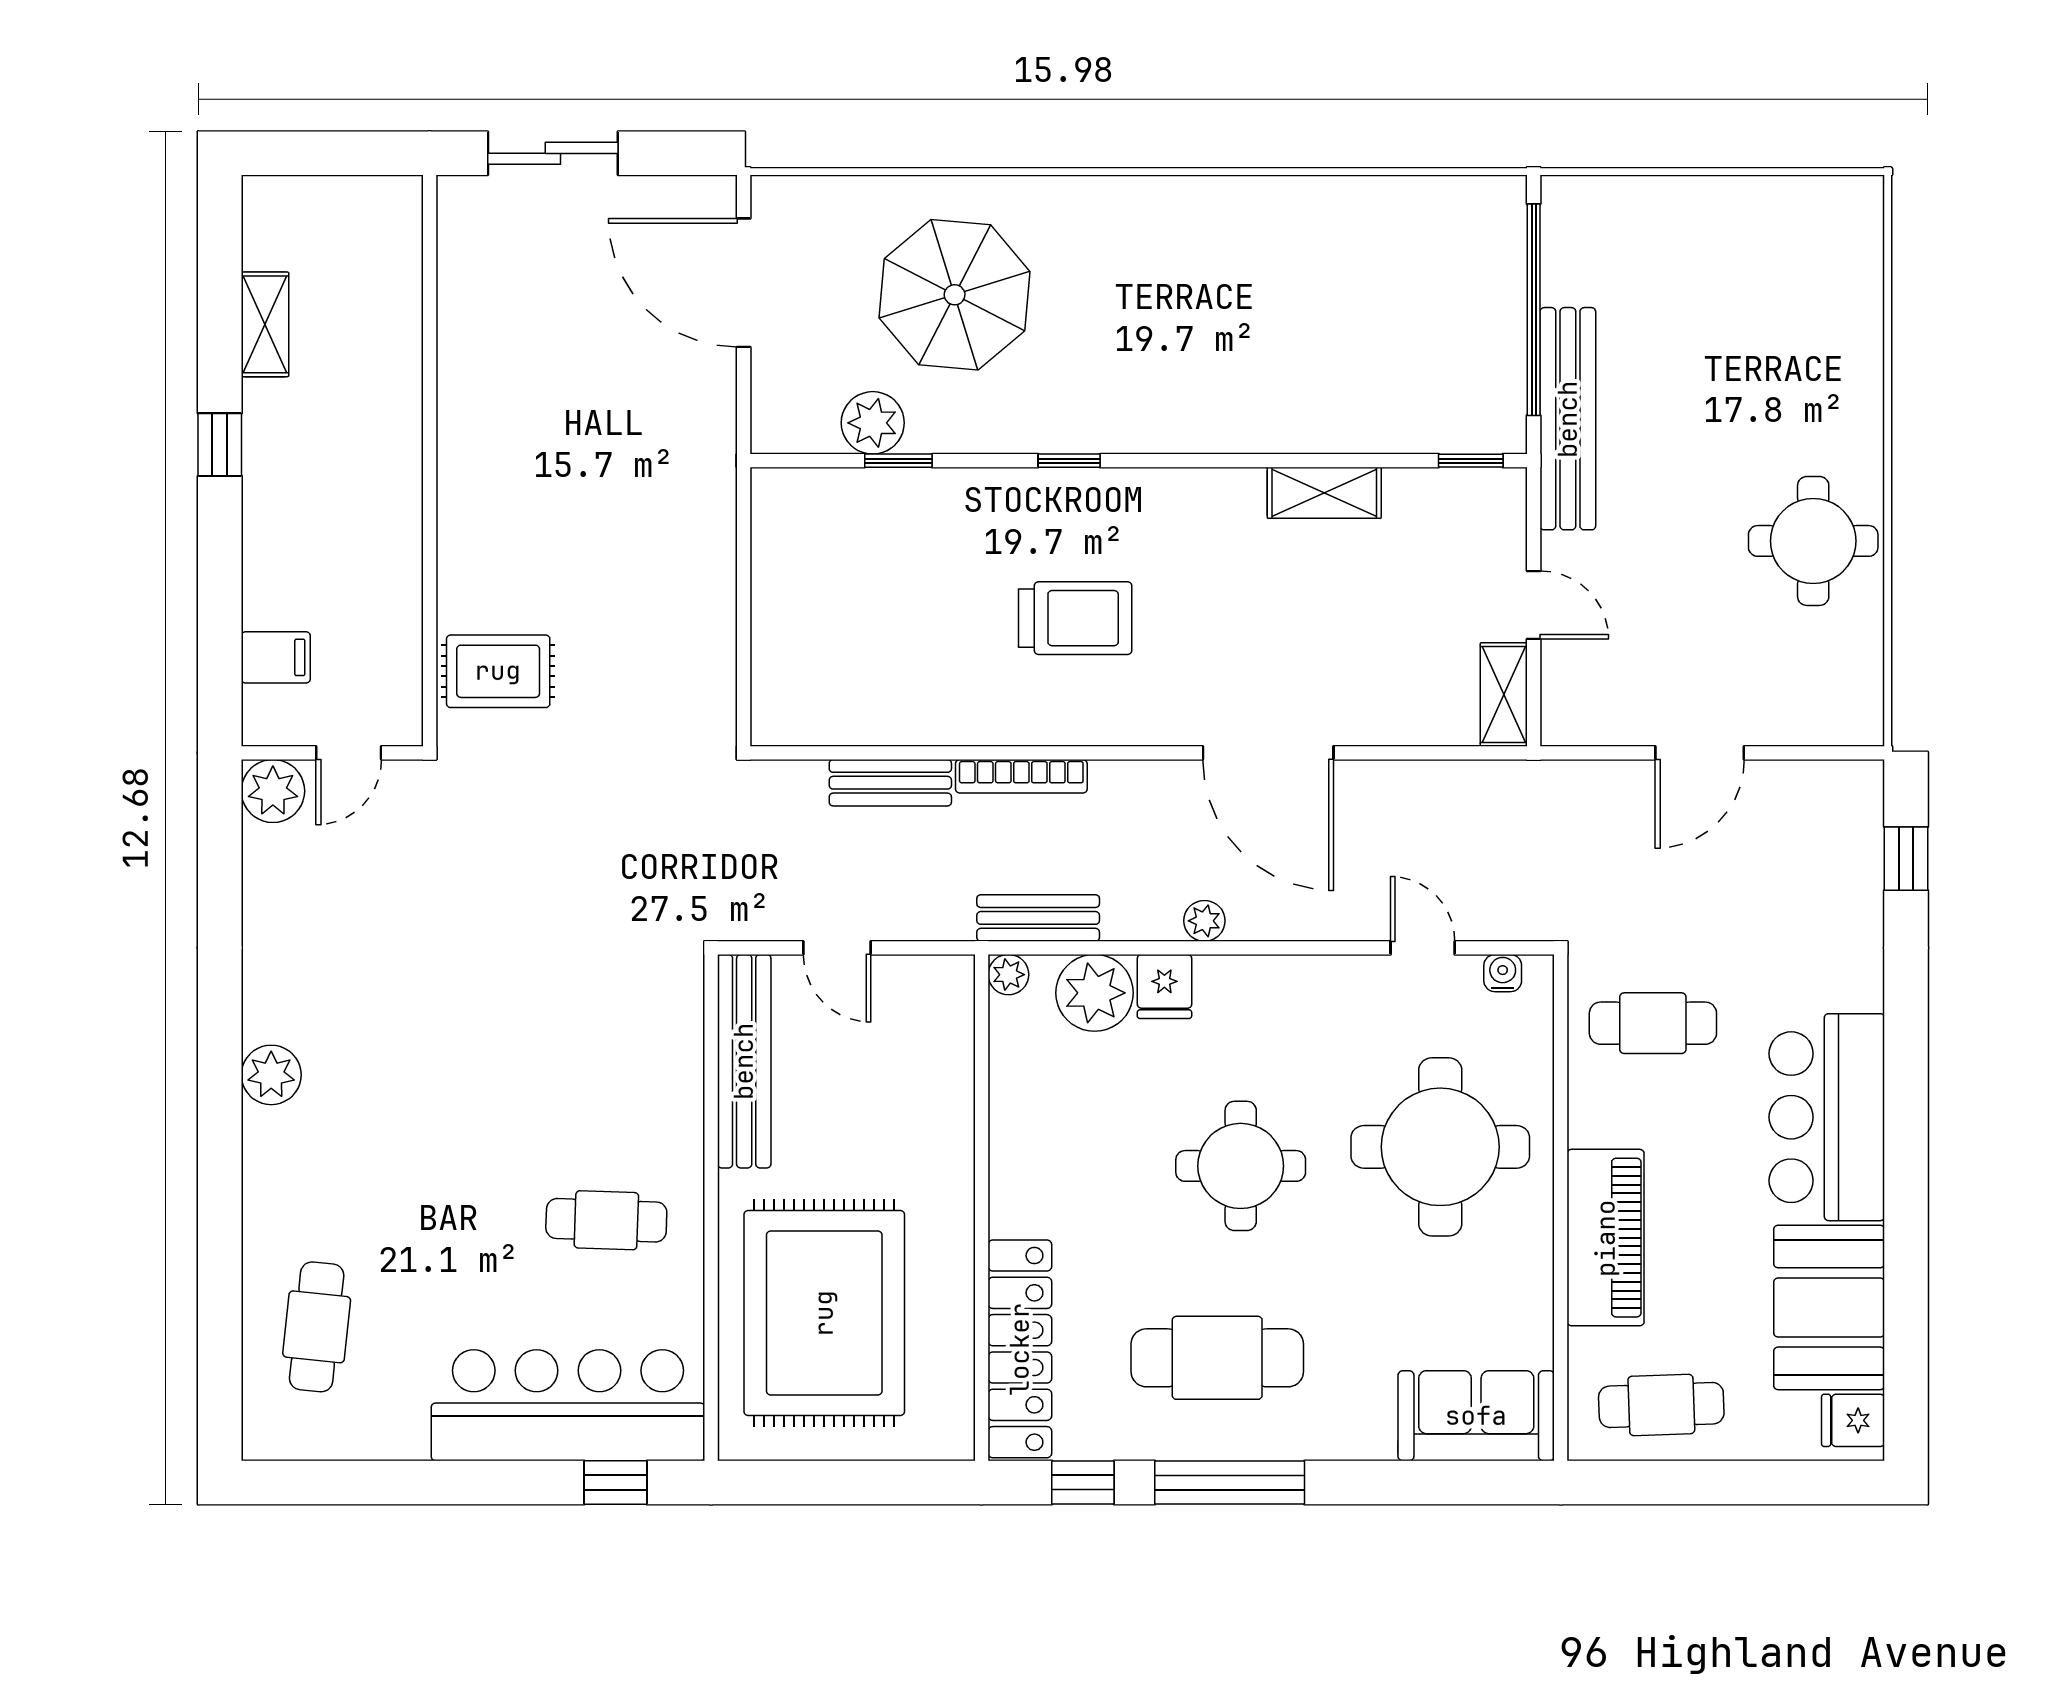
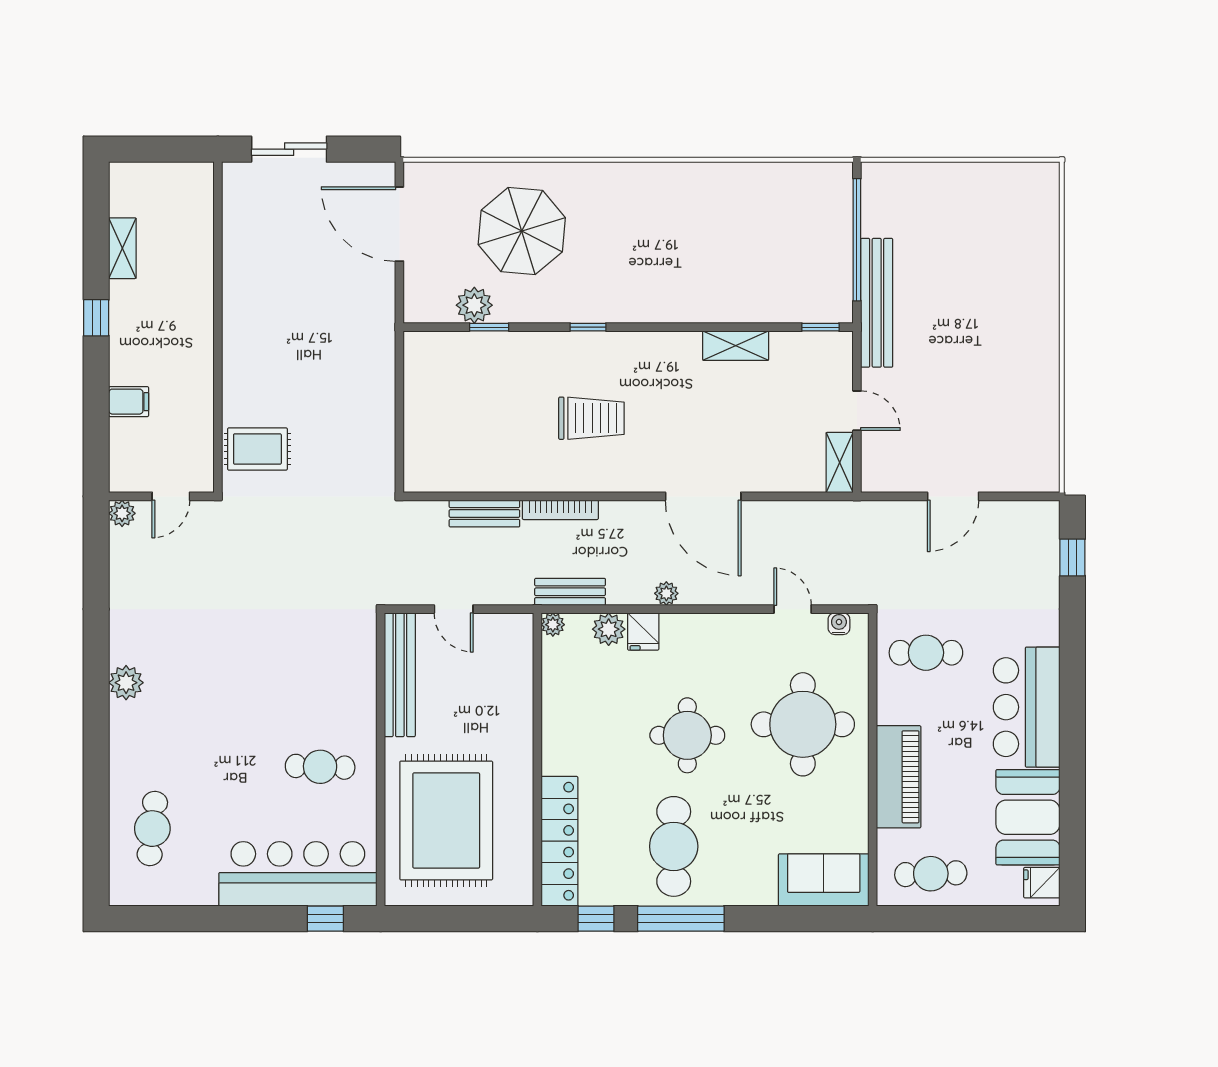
round table: (1813, 541) -> (1019, 374), removed
filing cabinet: (276, 657) -> (129, 402), moved
plant: (273, 791) -> (122, 513), width x0.73, depth x0.73
plant: (1095, 993) -> (609, 629), width x0.73, depth x0.73
cafe table: (1217, 1358) -> (674, 846), turned 90

